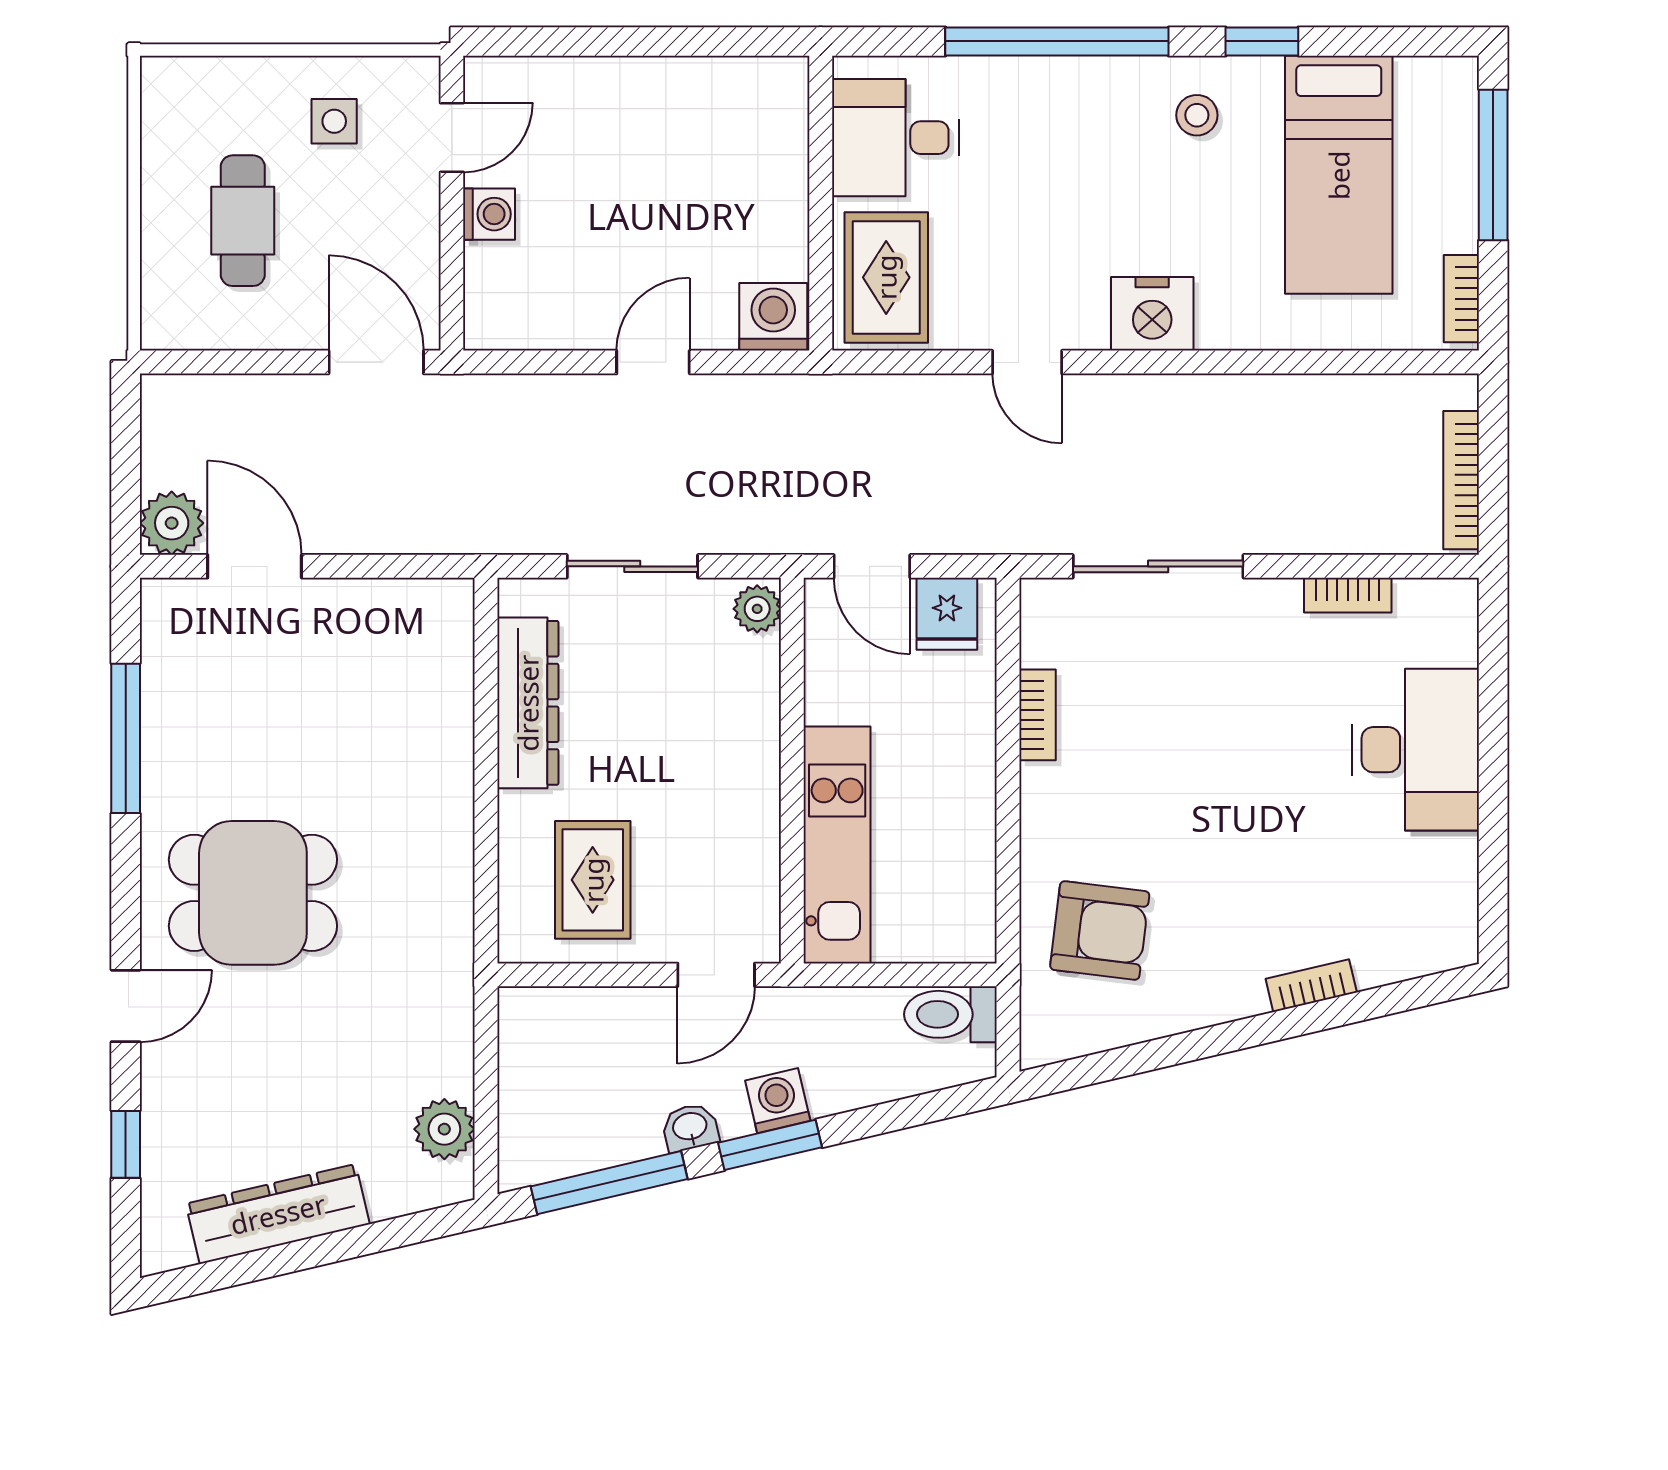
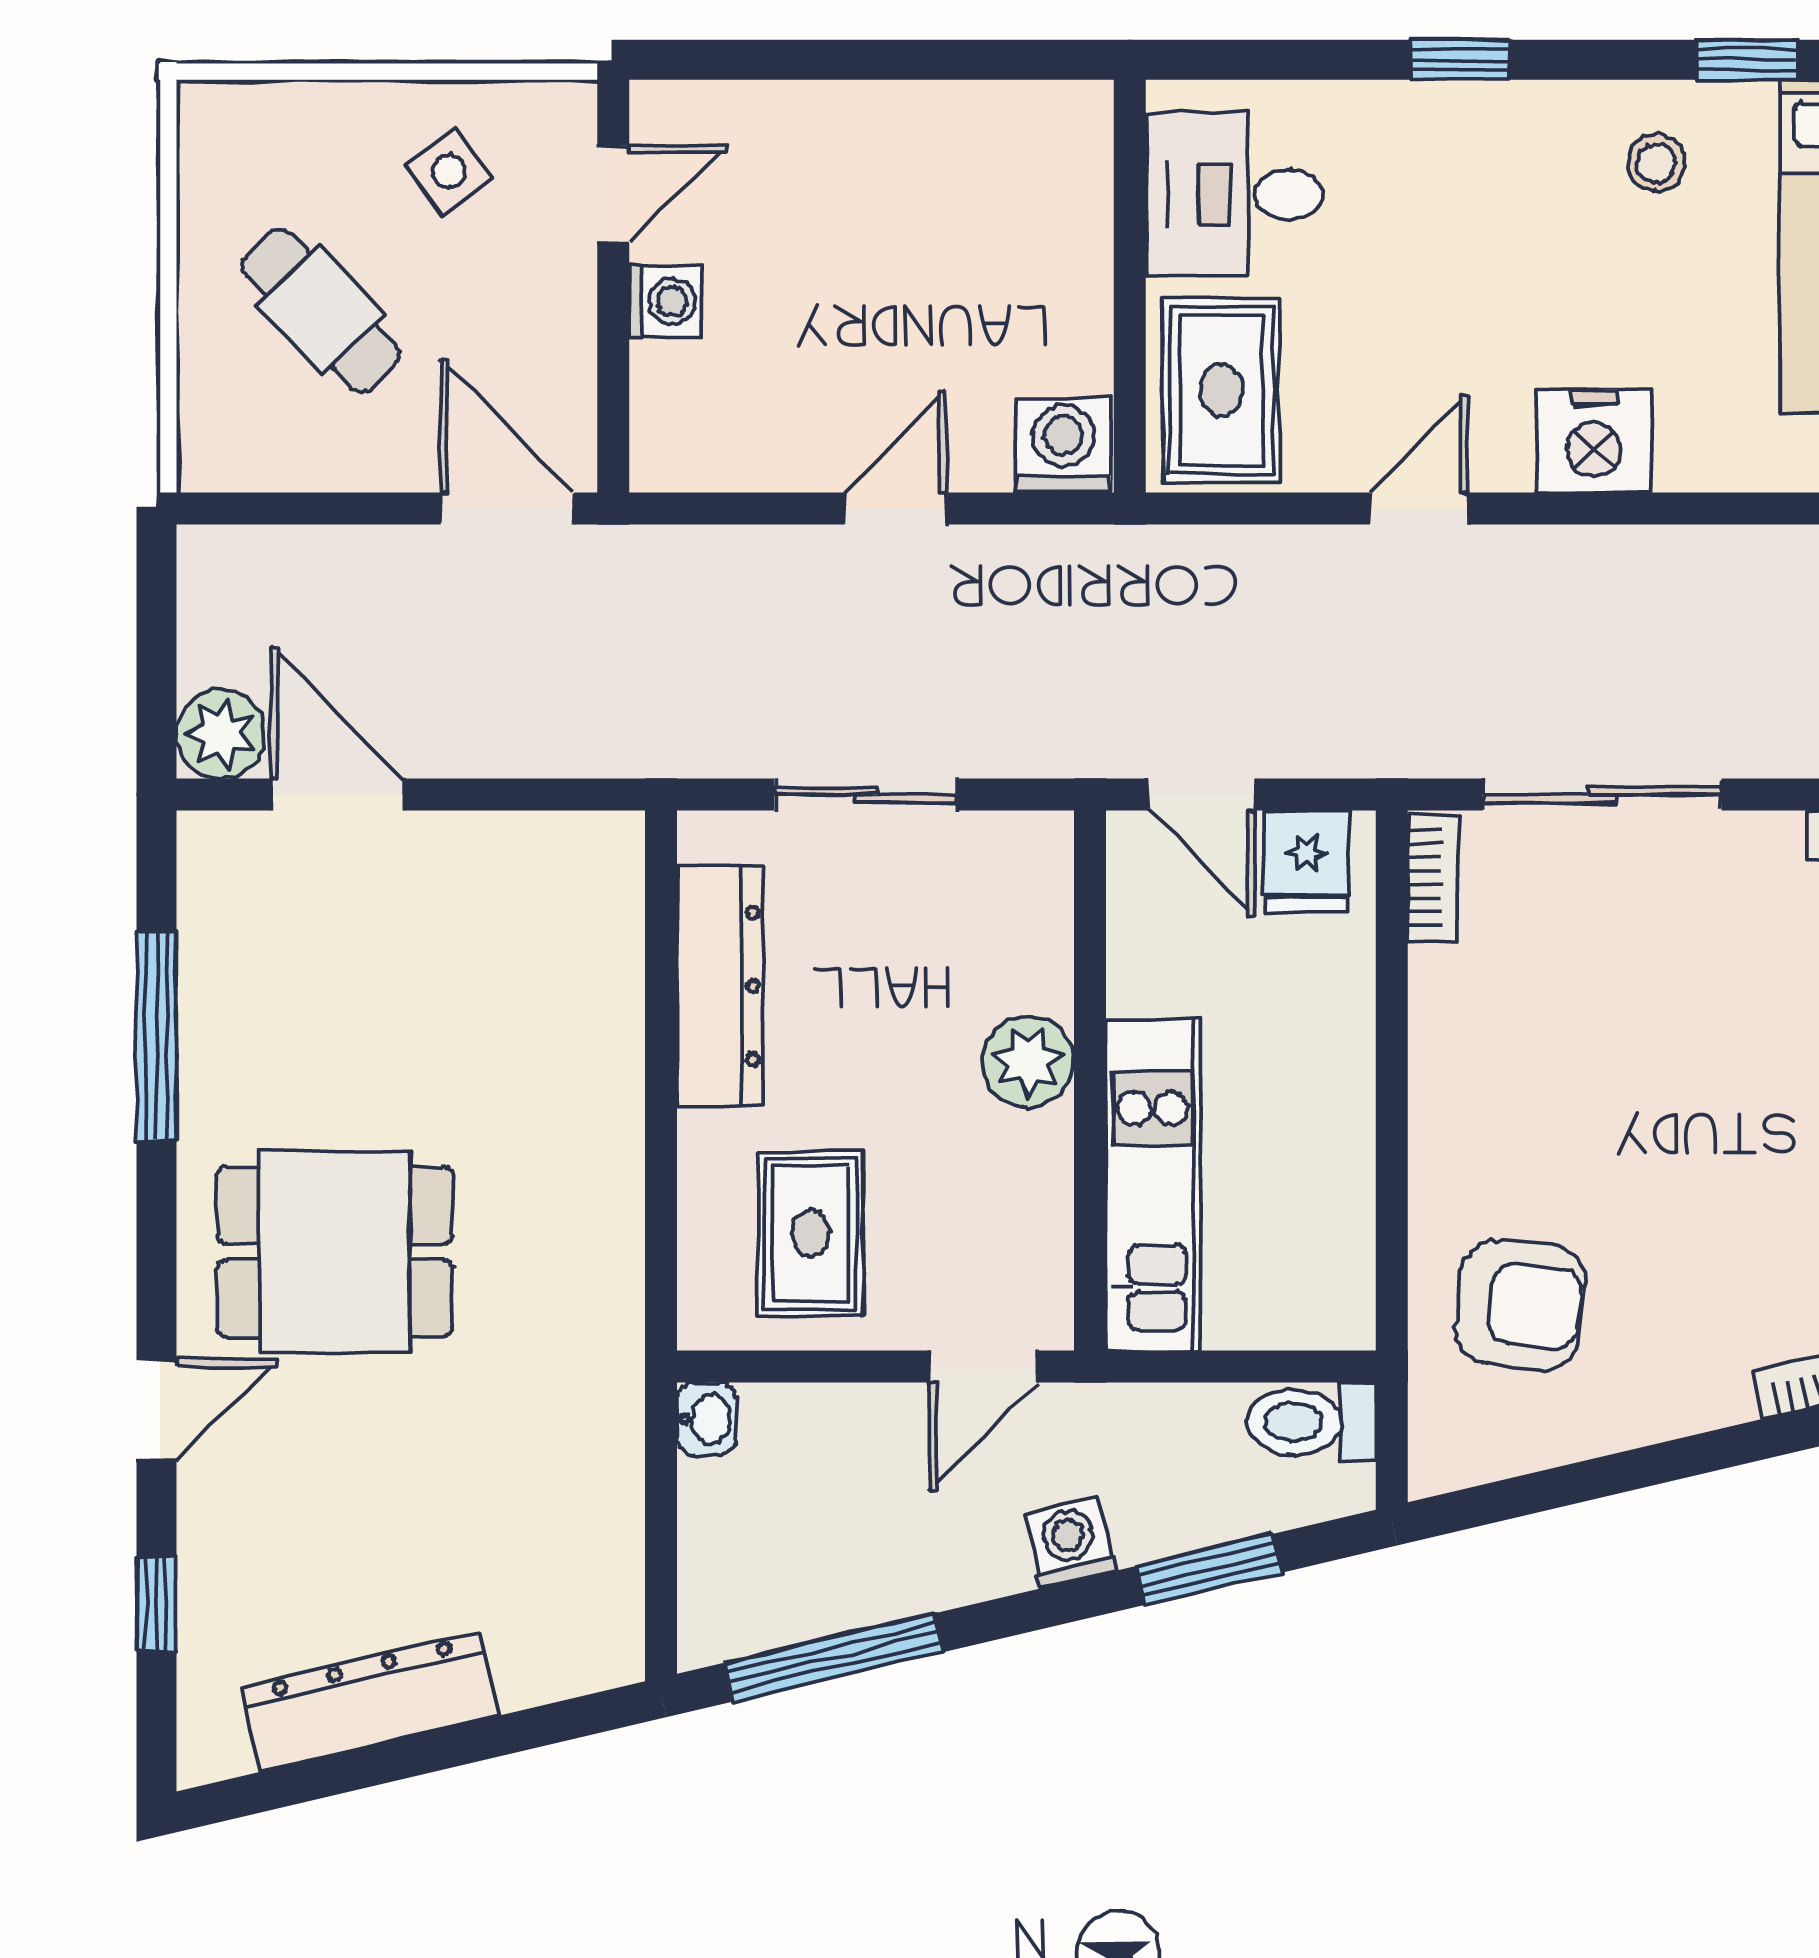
window: (1057, 41) -> (1460, 60), width x0.32
side table: (334, 121) -> (449, 171), turned -36
cafe table: (243, 221) -> (321, 311), turned -43
door: (1027, 362) -> (1419, 509), swing flipped
plant: (757, 609) -> (1028, 1062), moved, width x1.38, depth x1.38
bookcase: (1037, 715) -> (1433, 878), moved
washbasin: (690, 1127) -> (706, 1419), moved, turned 103
plant: (444, 1129) -> (603, 1583), removed
window: (770, 1145) -> (1208, 1569), moved

